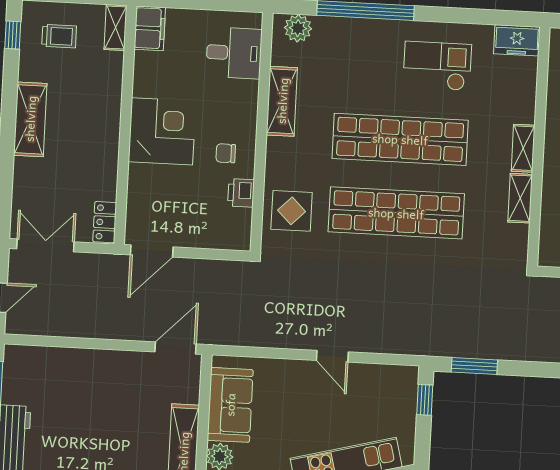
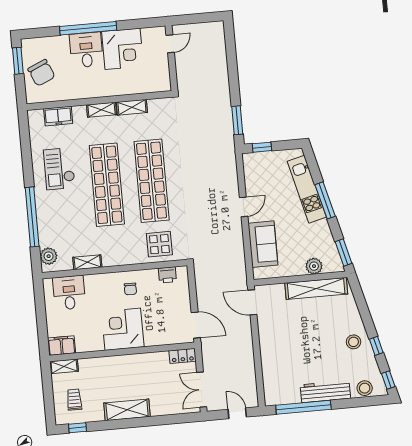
freezer: (517, 40) -> (58, 116), moved, turned 90
shelving: (282, 101) -> (87, 262), width x0.67, depth x0.75
printer: (241, 193) -> (167, 275), moved
sofa: (230, 405) -> (263, 244), moved, turned 90

